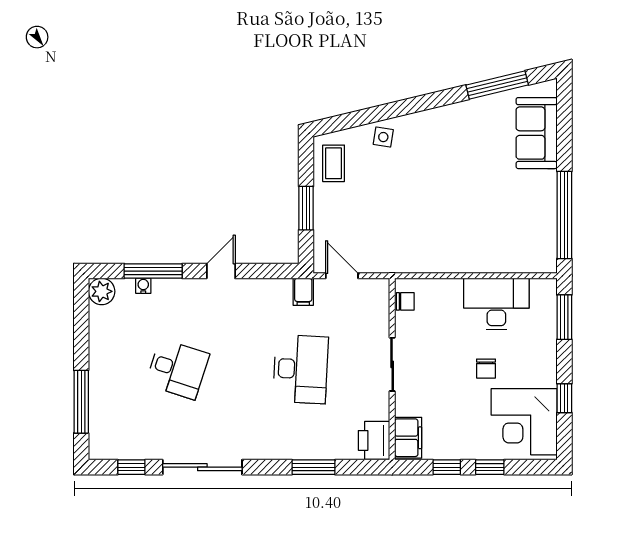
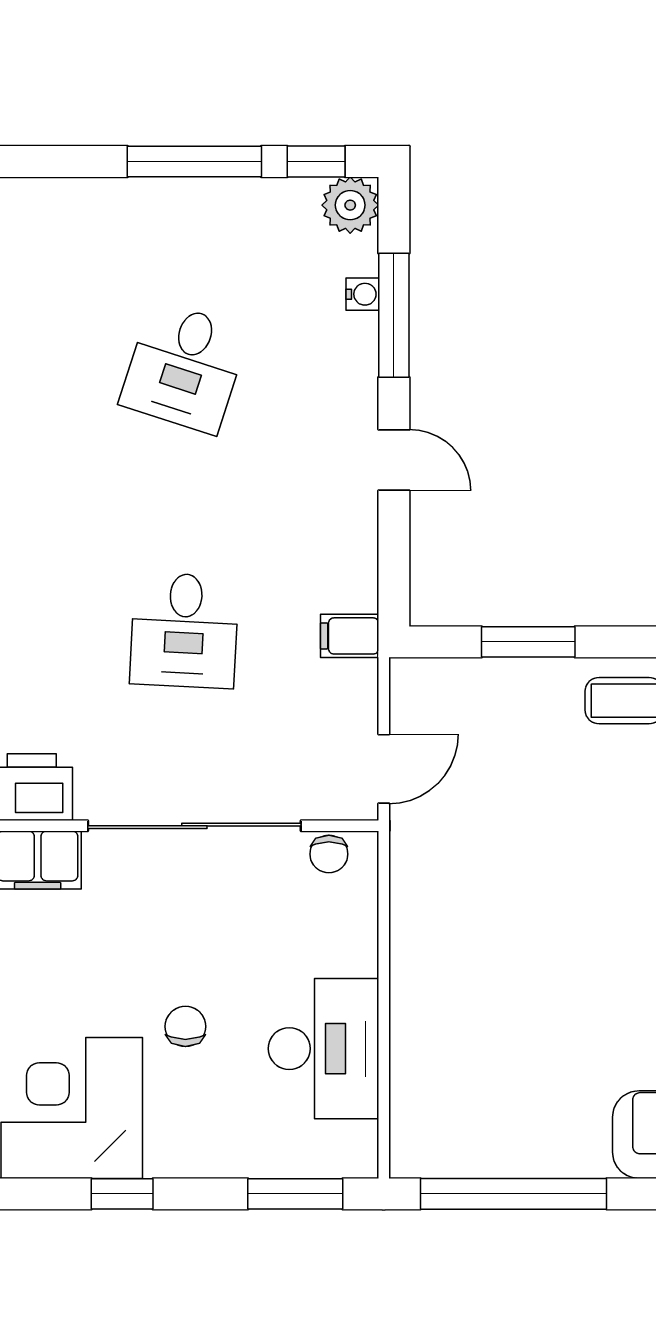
door: (342, 276) -> (384, 769), moved
window: (81, 307) -> (316, 161), added
sliding door: (392, 364) -> (194, 826), width x1.86
desk: (301, 369) -> (184, 630), width x0.73
chair: (486, 369) -> (185, 1026), turned 90
window: (81, 402) -> (194, 161), moved

